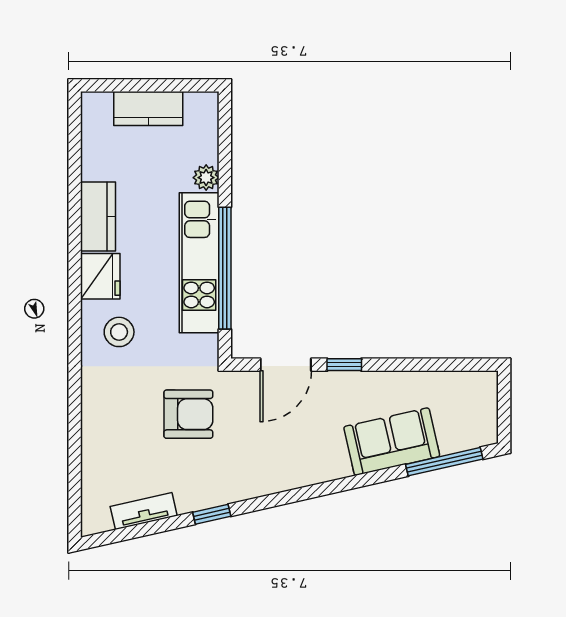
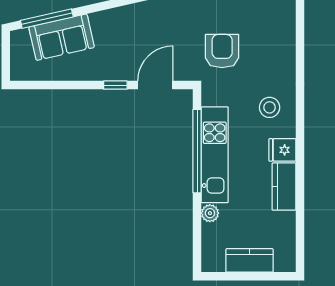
fridge: (100, 276) -> (282, 150), width x0.72
armchair: (188, 414) -> (222, 51), turned 90
sofa: (392, 442) -> (62, 37), moved

